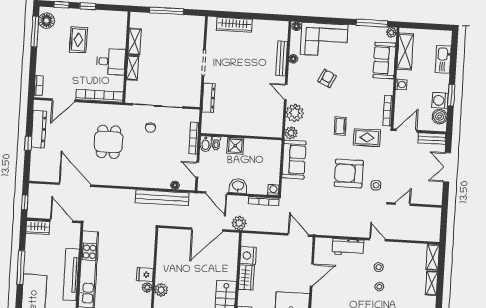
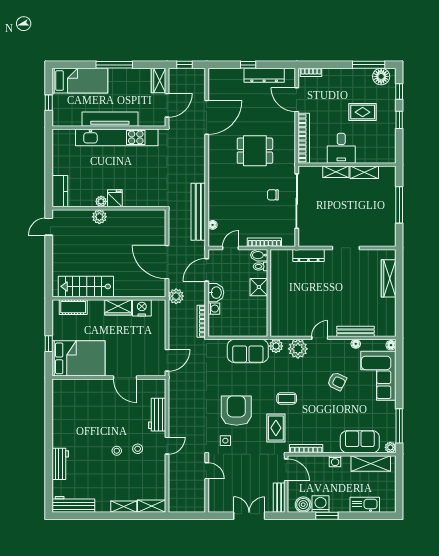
washing machine: (273, 190) -> (214, 309), moved

